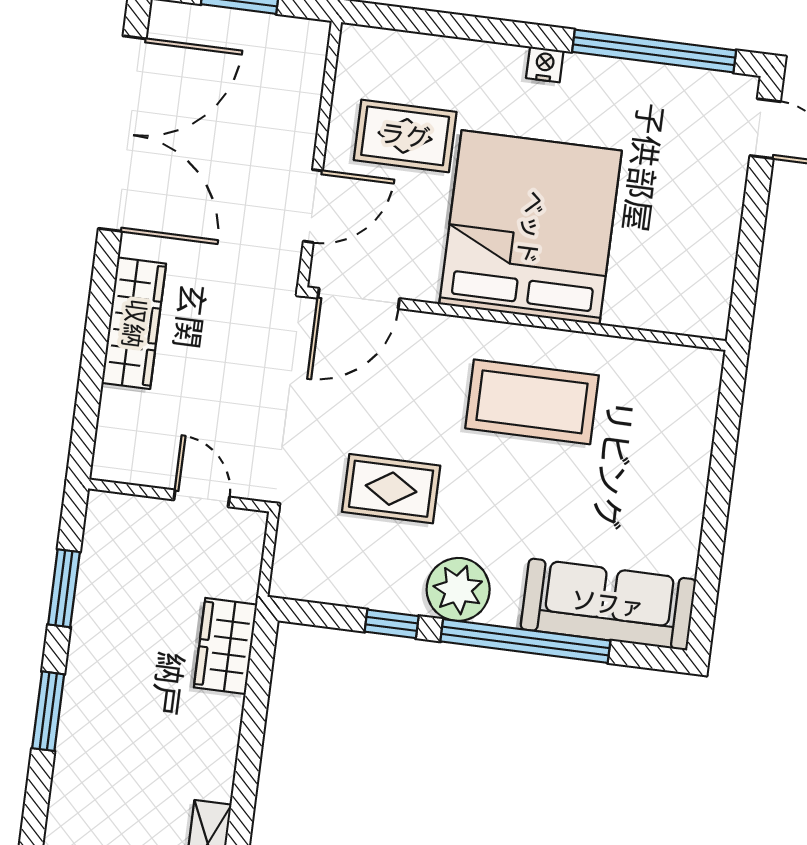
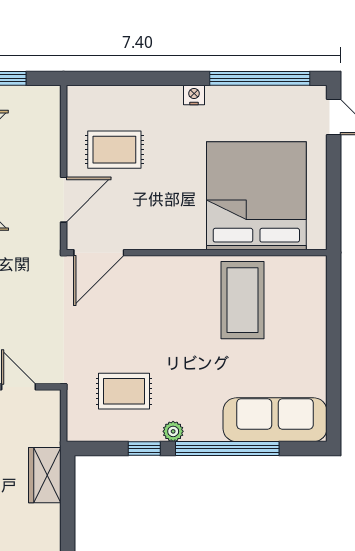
bed: (530, 227) -> (256, 196), moved
coffee table: (532, 402) -> (243, 300), moved, turned 90
rug: (391, 489) -> (124, 391), moved
plant: (458, 589) -> (173, 431), width x0.53, depth x0.53

